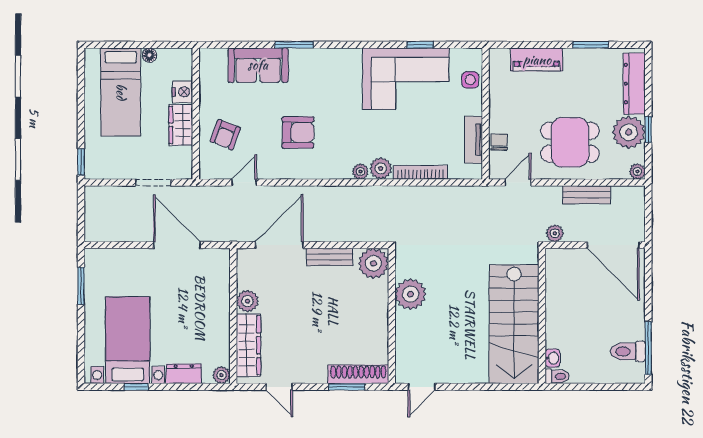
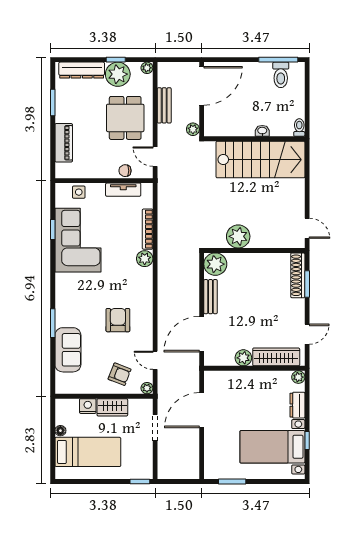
plant: (360, 171) -> (147, 388), moved
door: (279, 245) -> (202, 334), hinge flipped
washbasin: (553, 358) -> (262, 131), moved

